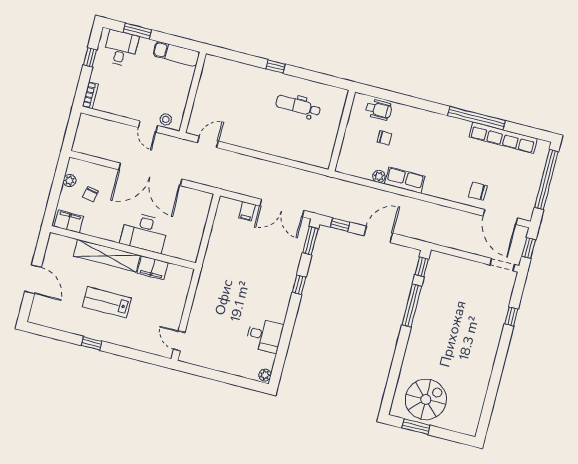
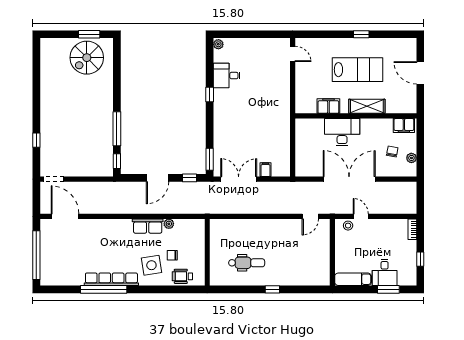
desk: (121, 48) -> (385, 272), moved
side table: (412, 132) -> (151, 265), added
row of seats: (503, 138) -> (111, 279), moved
chair: (478, 191) -> (88, 232), removed
window: (529, 248) -> (36, 198), removed
shelving: (107, 256) -> (367, 106), width x0.68
window: (299, 285) -> (210, 94), moved
lab bench: (107, 302) -> (358, 70), width x1.36, depth x1.39

